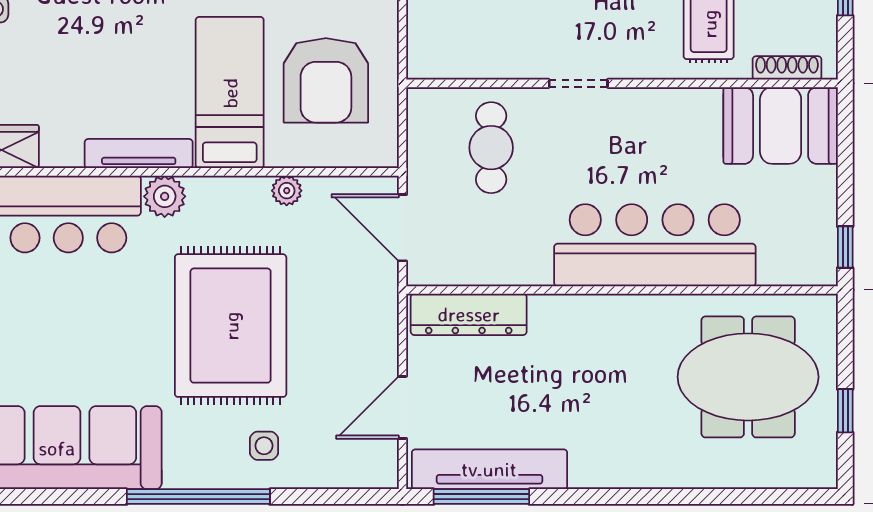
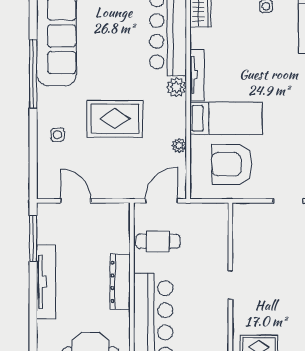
cafe table: (491, 148) -> (158, 241), moved
dresser: (469, 314) -> (120, 282), moved
rug: (231, 326) -> (115, 119), width x0.73, depth x0.69
tv unit: (489, 469) -> (46, 282), moved
window: (198, 497) -> (33, 74), moved

